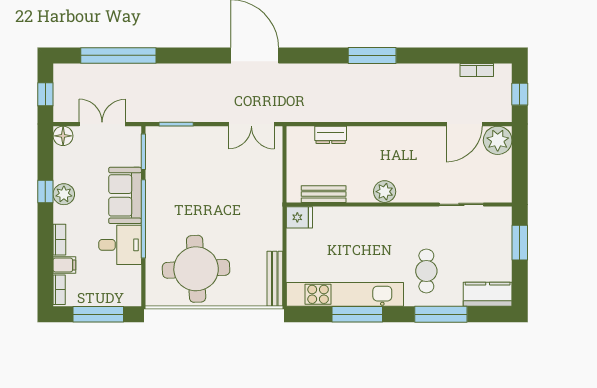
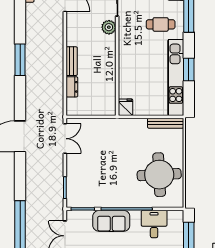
plant: (385, 192) -> (109, 27), moved
bench: (324, 194) -> (72, 61), moved
desk: (120, 245) -> (154, 224), moved
window: (357, 314) -> (189, 69), width x0.69

